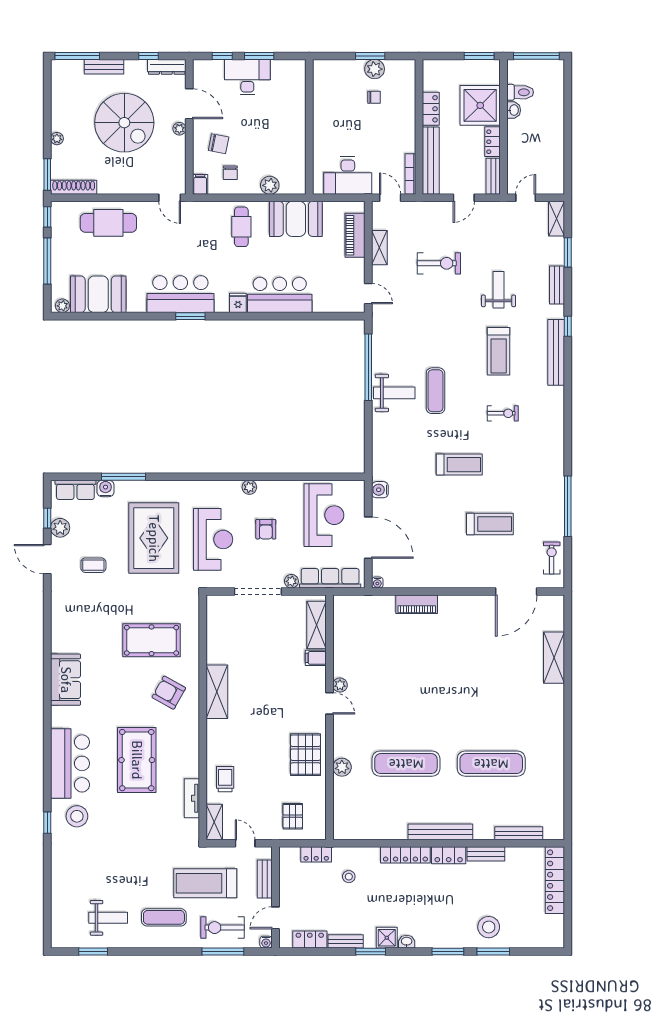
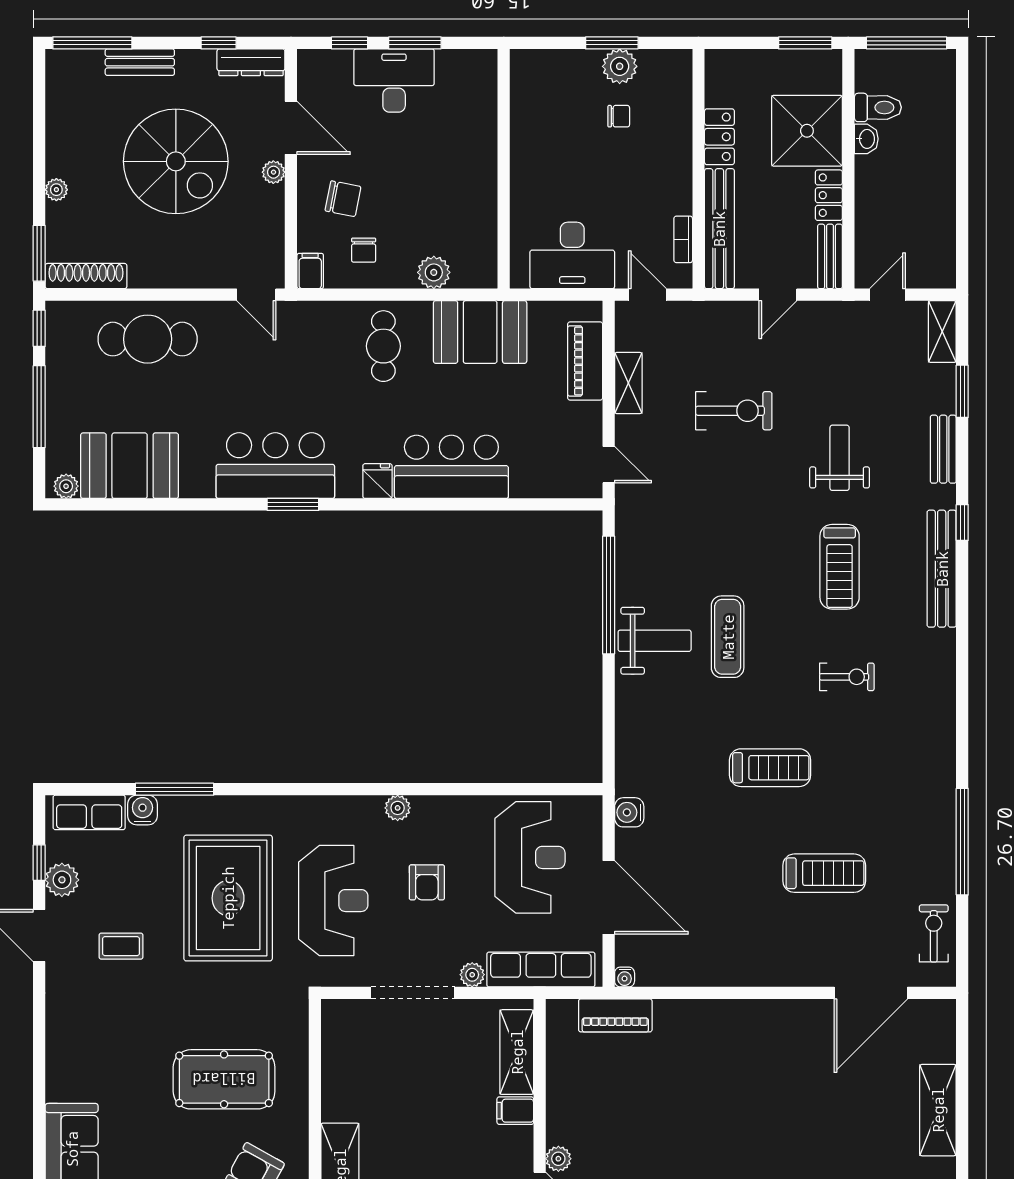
bookcase: (410, 174) -> (683, 239), width x0.64
piano: (417, 604) -> (615, 1015), moved

